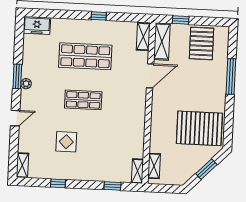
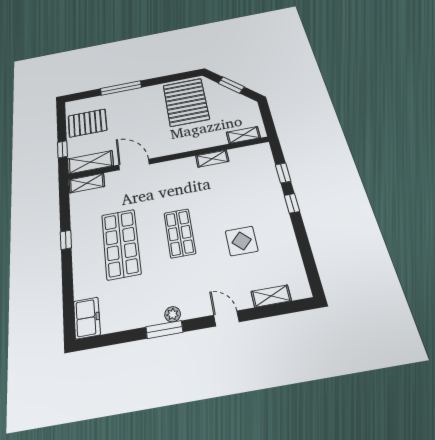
shelving: (22, 165) -> (271, 296), moved
shelving: (137, 171) -> (212, 159), moved
window: (58, 183) -> (292, 203), moved

